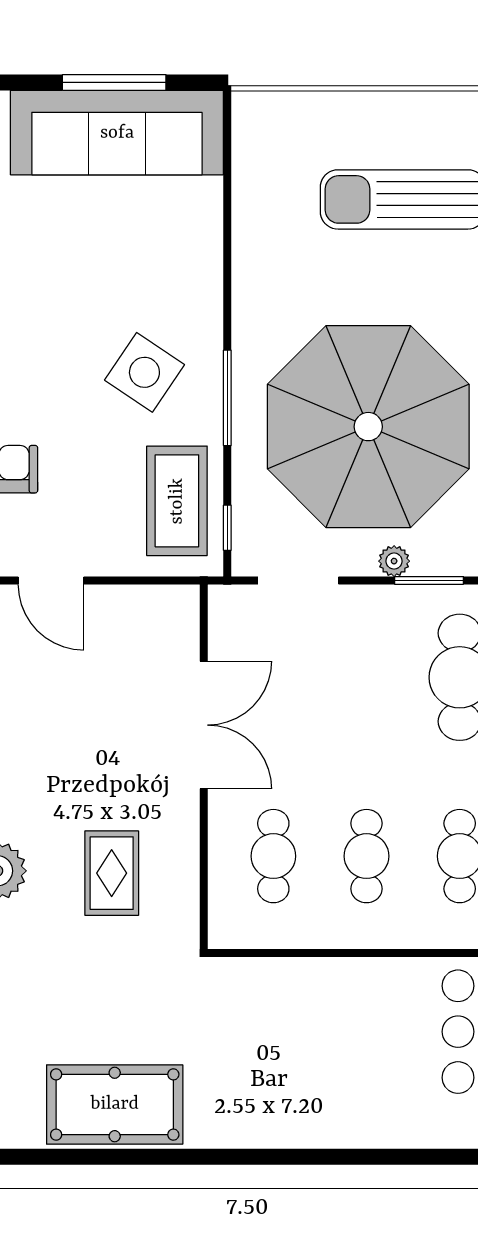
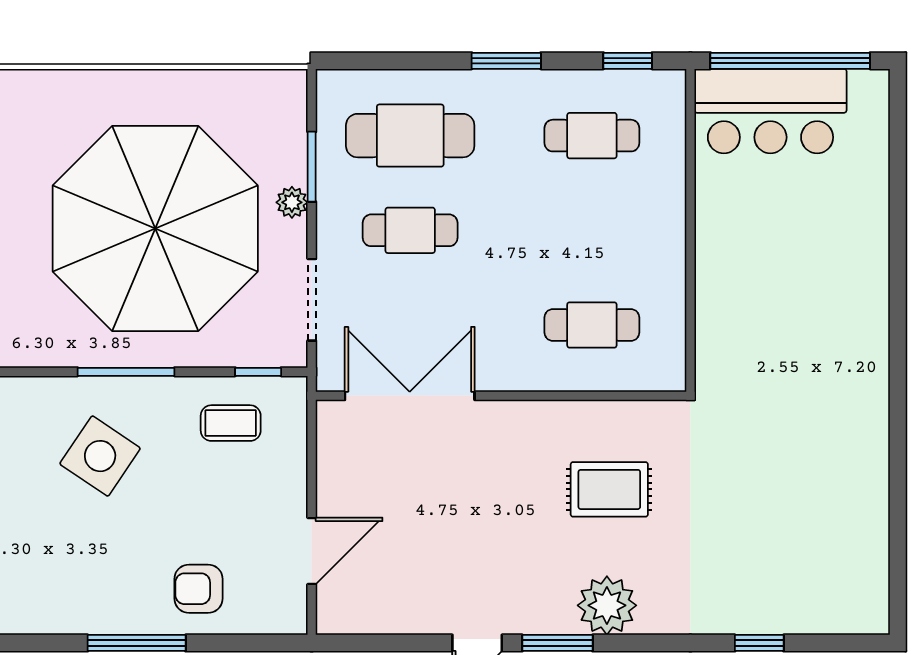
coffee table: (177, 501) -> (231, 423), width x0.54, depth x0.58
double door: (204, 725) -> (410, 396), moved
cafe table: (366, 856) -> (410, 230), moved
pool table: (115, 1104) -> (845, 486), removed

